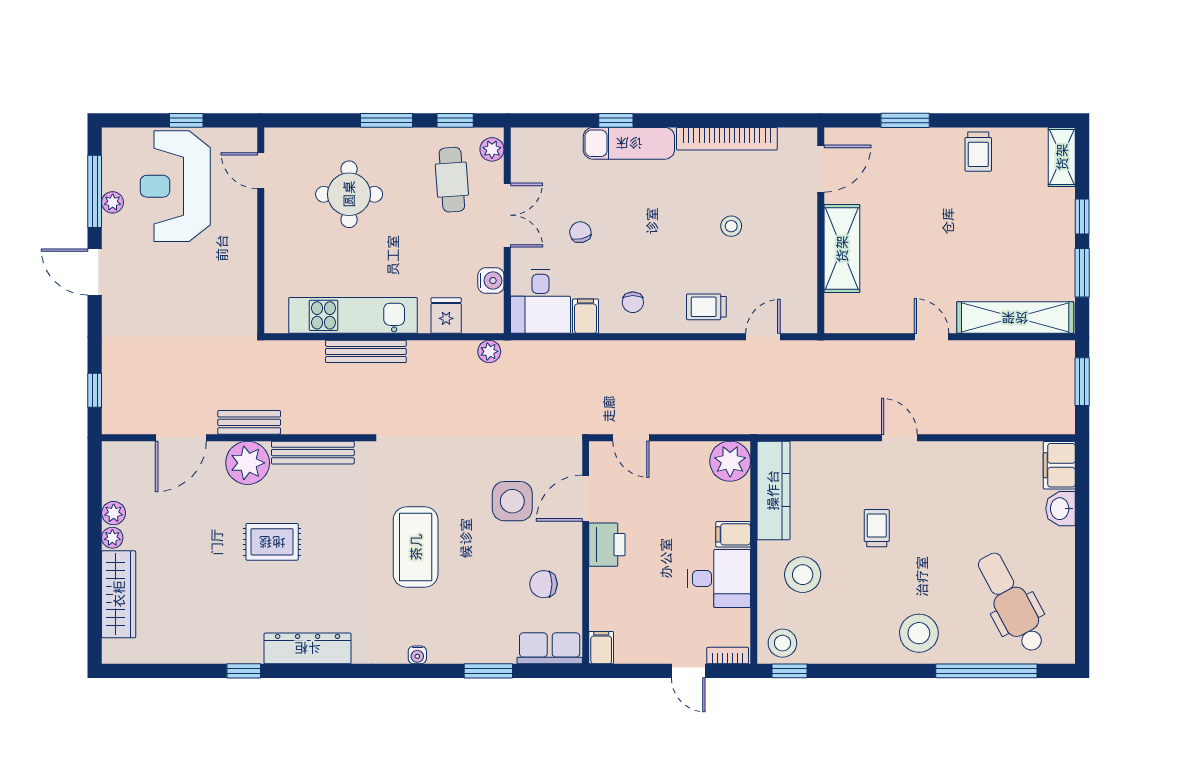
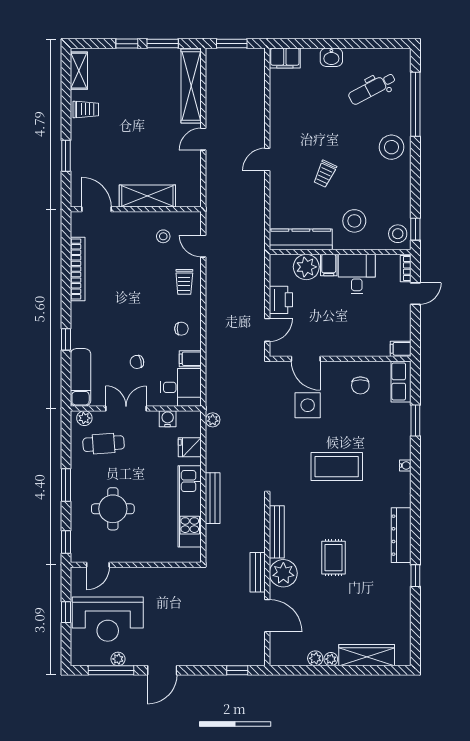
window: (455, 120) -> (66, 542), moved
exam couch: (629, 143) -> (81, 377), moved
shelving: (1062, 157) -> (79, 71), moved, turned 90
stool: (731, 226) -> (163, 236), moved
plant: (730, 461) -> (306, 267), moved
washbasin: (1061, 509) -> (331, 57), moved
trolley: (877, 528) -> (325, 174), turned -65
printer: (607, 545) -> (281, 300), moved, turned 90
dental chair: (1011, 603) -> (372, 88), width x0.73, depth x0.72

